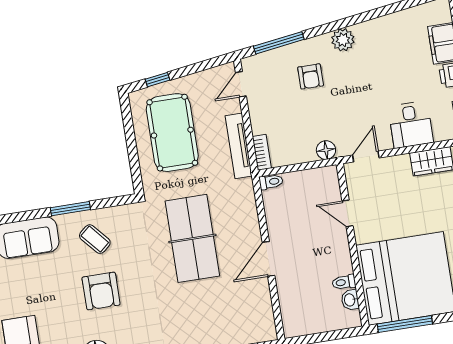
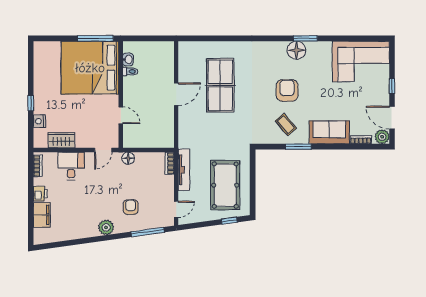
toilet: (271, 182) -> (167, 143), removed
table tennis table: (192, 238) -> (220, 85), moved

